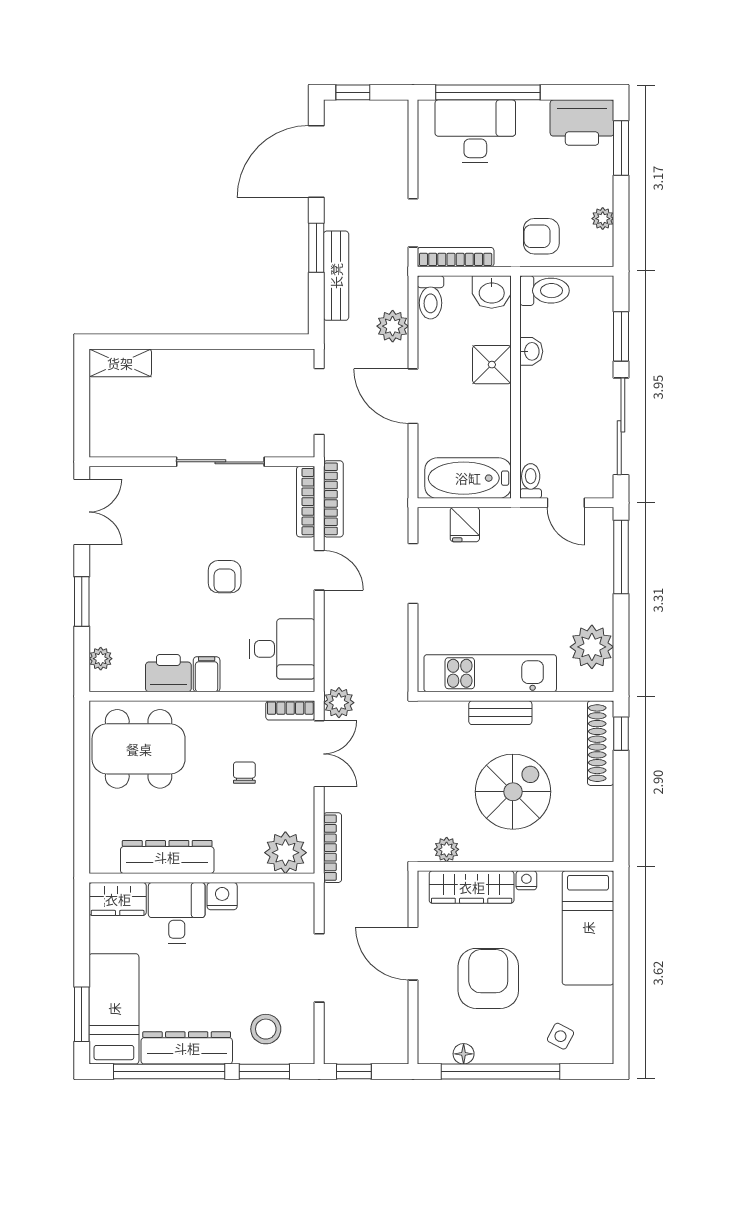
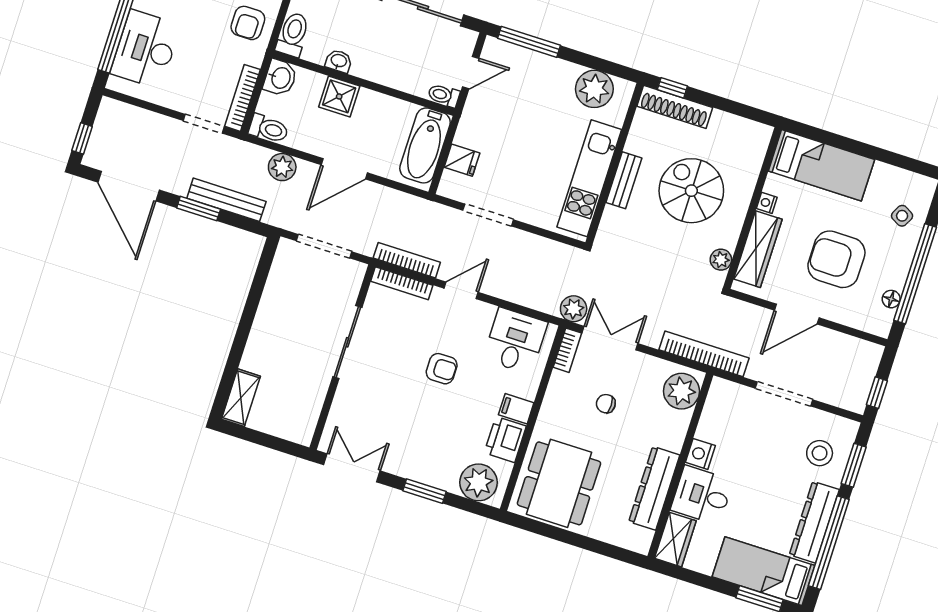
plant: (101, 659) -> (478, 482), width x1.88, depth x1.88
bookcase: (332, 848) -> (704, 354), width x1.48, depth x1.31

